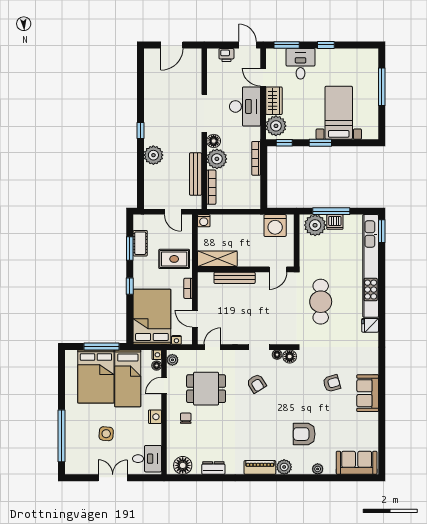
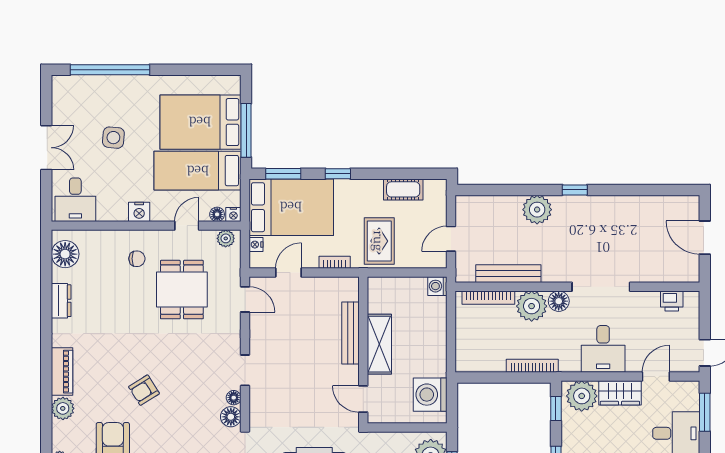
printer: (226, 55) -> (672, 301), moved, turned -90
desk: (245, 106) -> (603, 349), width x0.73
window: (130, 248) -> (283, 174), moved
shelving: (217, 259) -> (379, 344), moved
armchair: (256, 384) -> (144, 390), moved
door: (164, 385) -> (187, 226), hinge flipped

